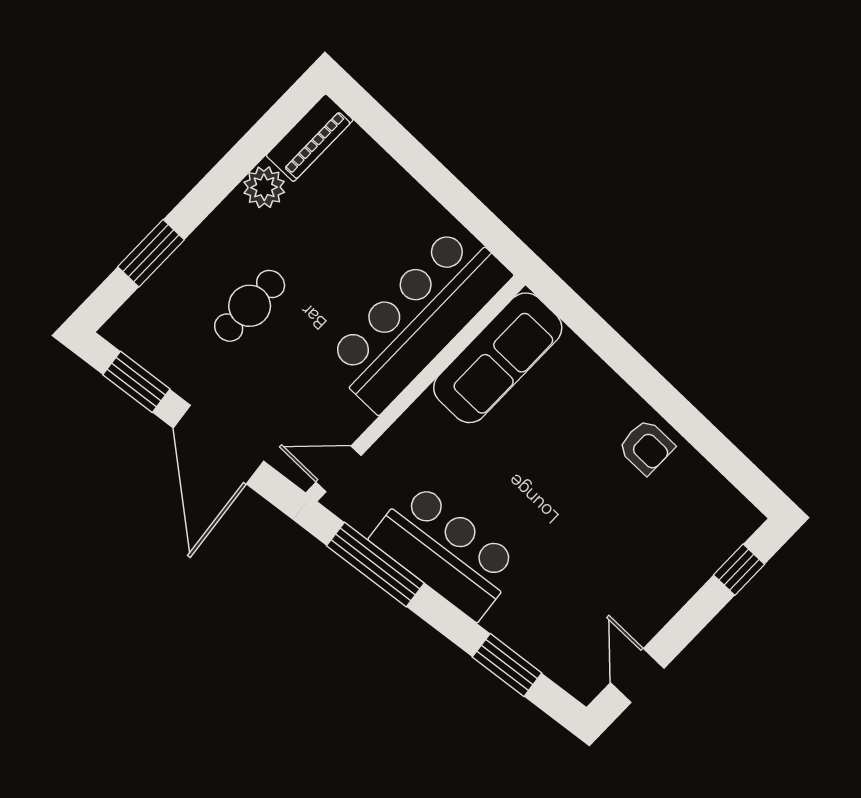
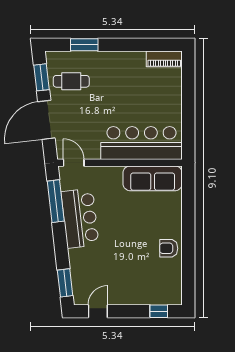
plant: (264, 187) -> (136, 60), removed
cafe table: (250, 306) -> (71, 81), moved
armchair: (646, 447) -> (169, 248), turned 90
window: (507, 665) -> (65, 283), moved

